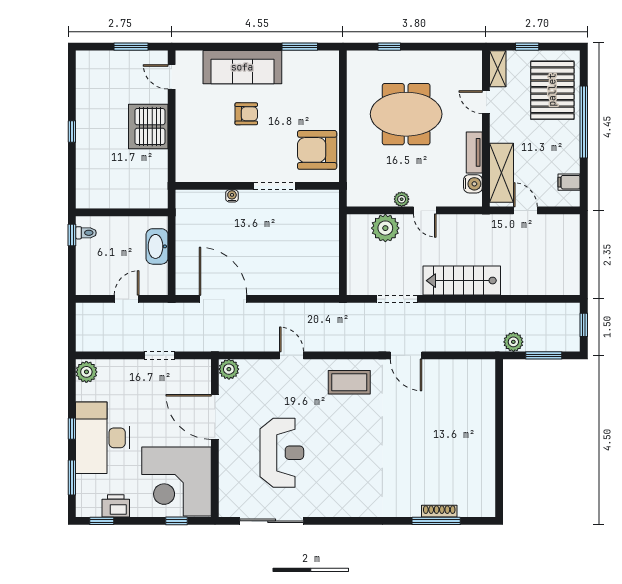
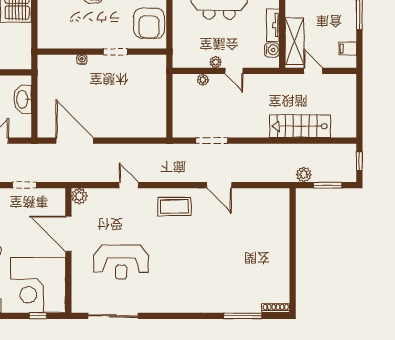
armchair: (317, 150) -> (149, 23), turned -90
doorway: (275, 186) -> (116, 52), width x0.73
plant: (385, 228) -> (203, 80), width x0.53, depth x0.53
stairs: (462, 281) -> (300, 126), moved
reception desk: (282, 453) -> (121, 262), turned 90
shoe rack: (439, 511) -> (276, 308), moved

